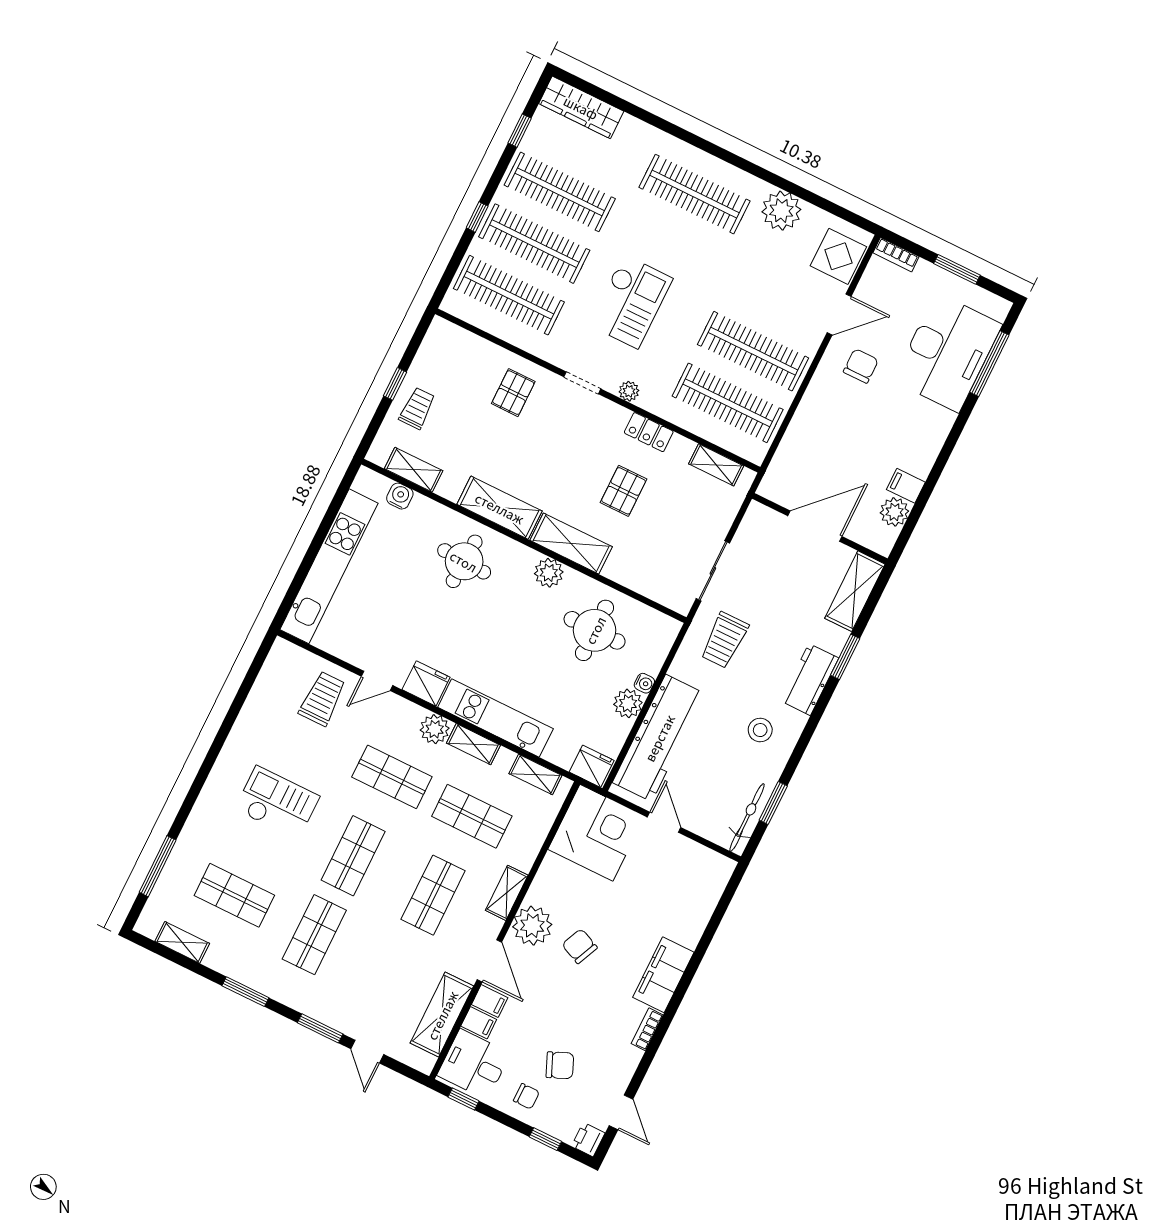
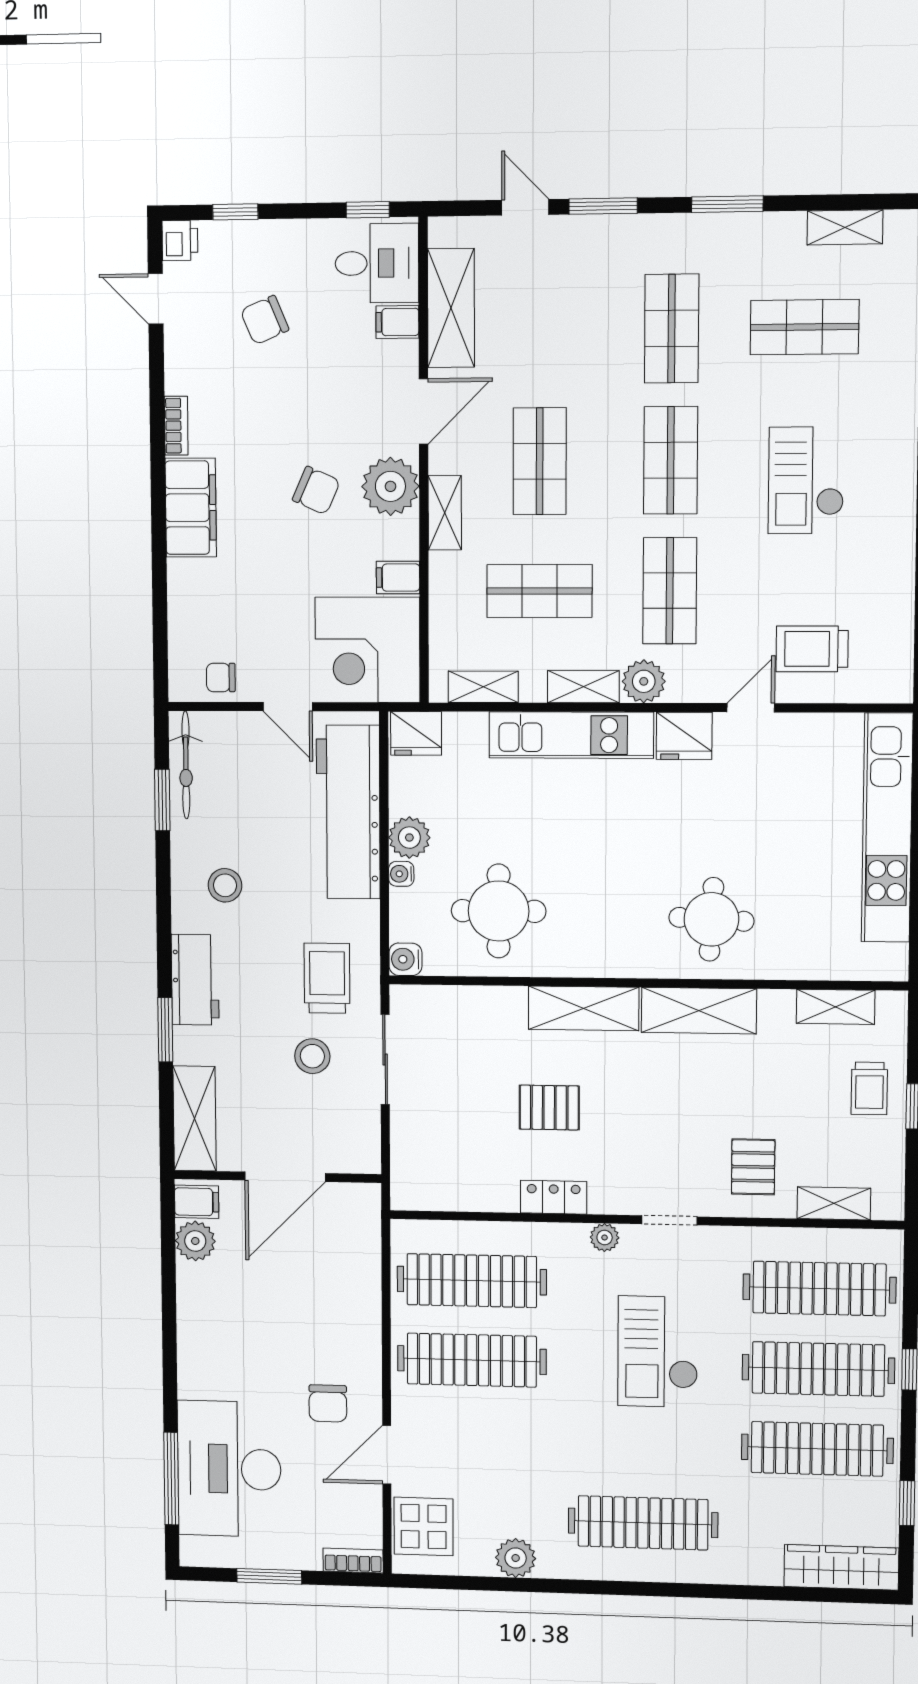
plant: (781, 211) -> (516, 1558), width x0.73, depth x0.73
shelving: (716, 465) -> (834, 1203), moved
filing cabinet: (906, 486) -> (197, 1202), moved
pallet: (623, 491) -> (549, 1108), turned 90
water cooler: (400, 496) -> (405, 959), moved, turned 90
plant: (549, 573) -> (594, 957), removed
stool: (759, 595) -> (312, 1056), added
trolley: (322, 699) -> (812, 649), turned 90
shop shelf: (392, 777) -> (670, 591), turned 90
checkout: (277, 803) -> (806, 480), turned 90
door: (489, 961) -> (424, 411), swing flipped
filing cabinet: (490, 1001) -> (398, 578), moved
chair: (526, 1096) -> (221, 677), moved

